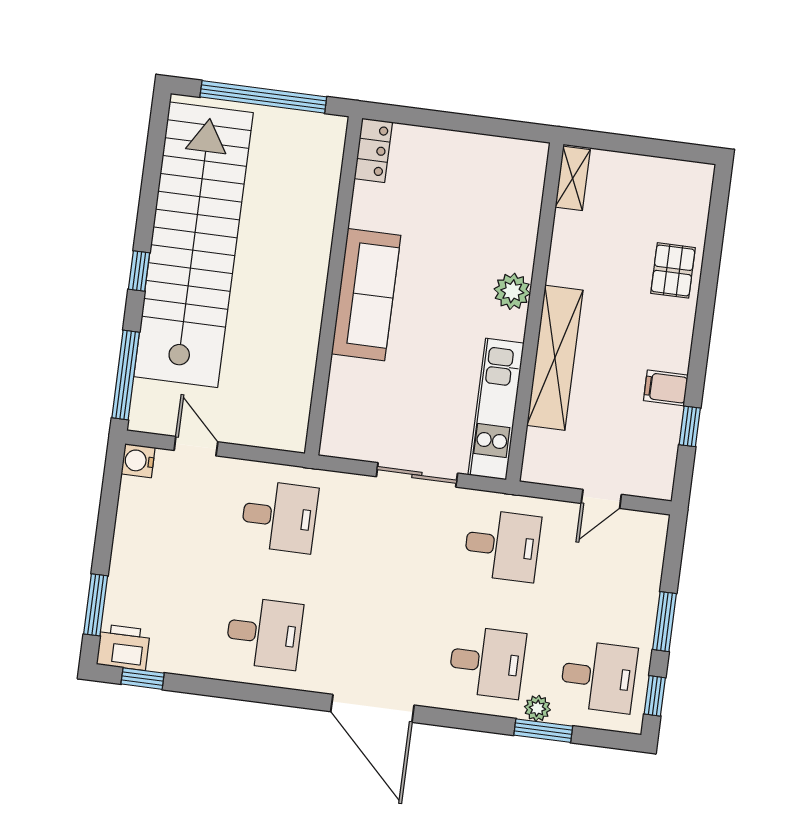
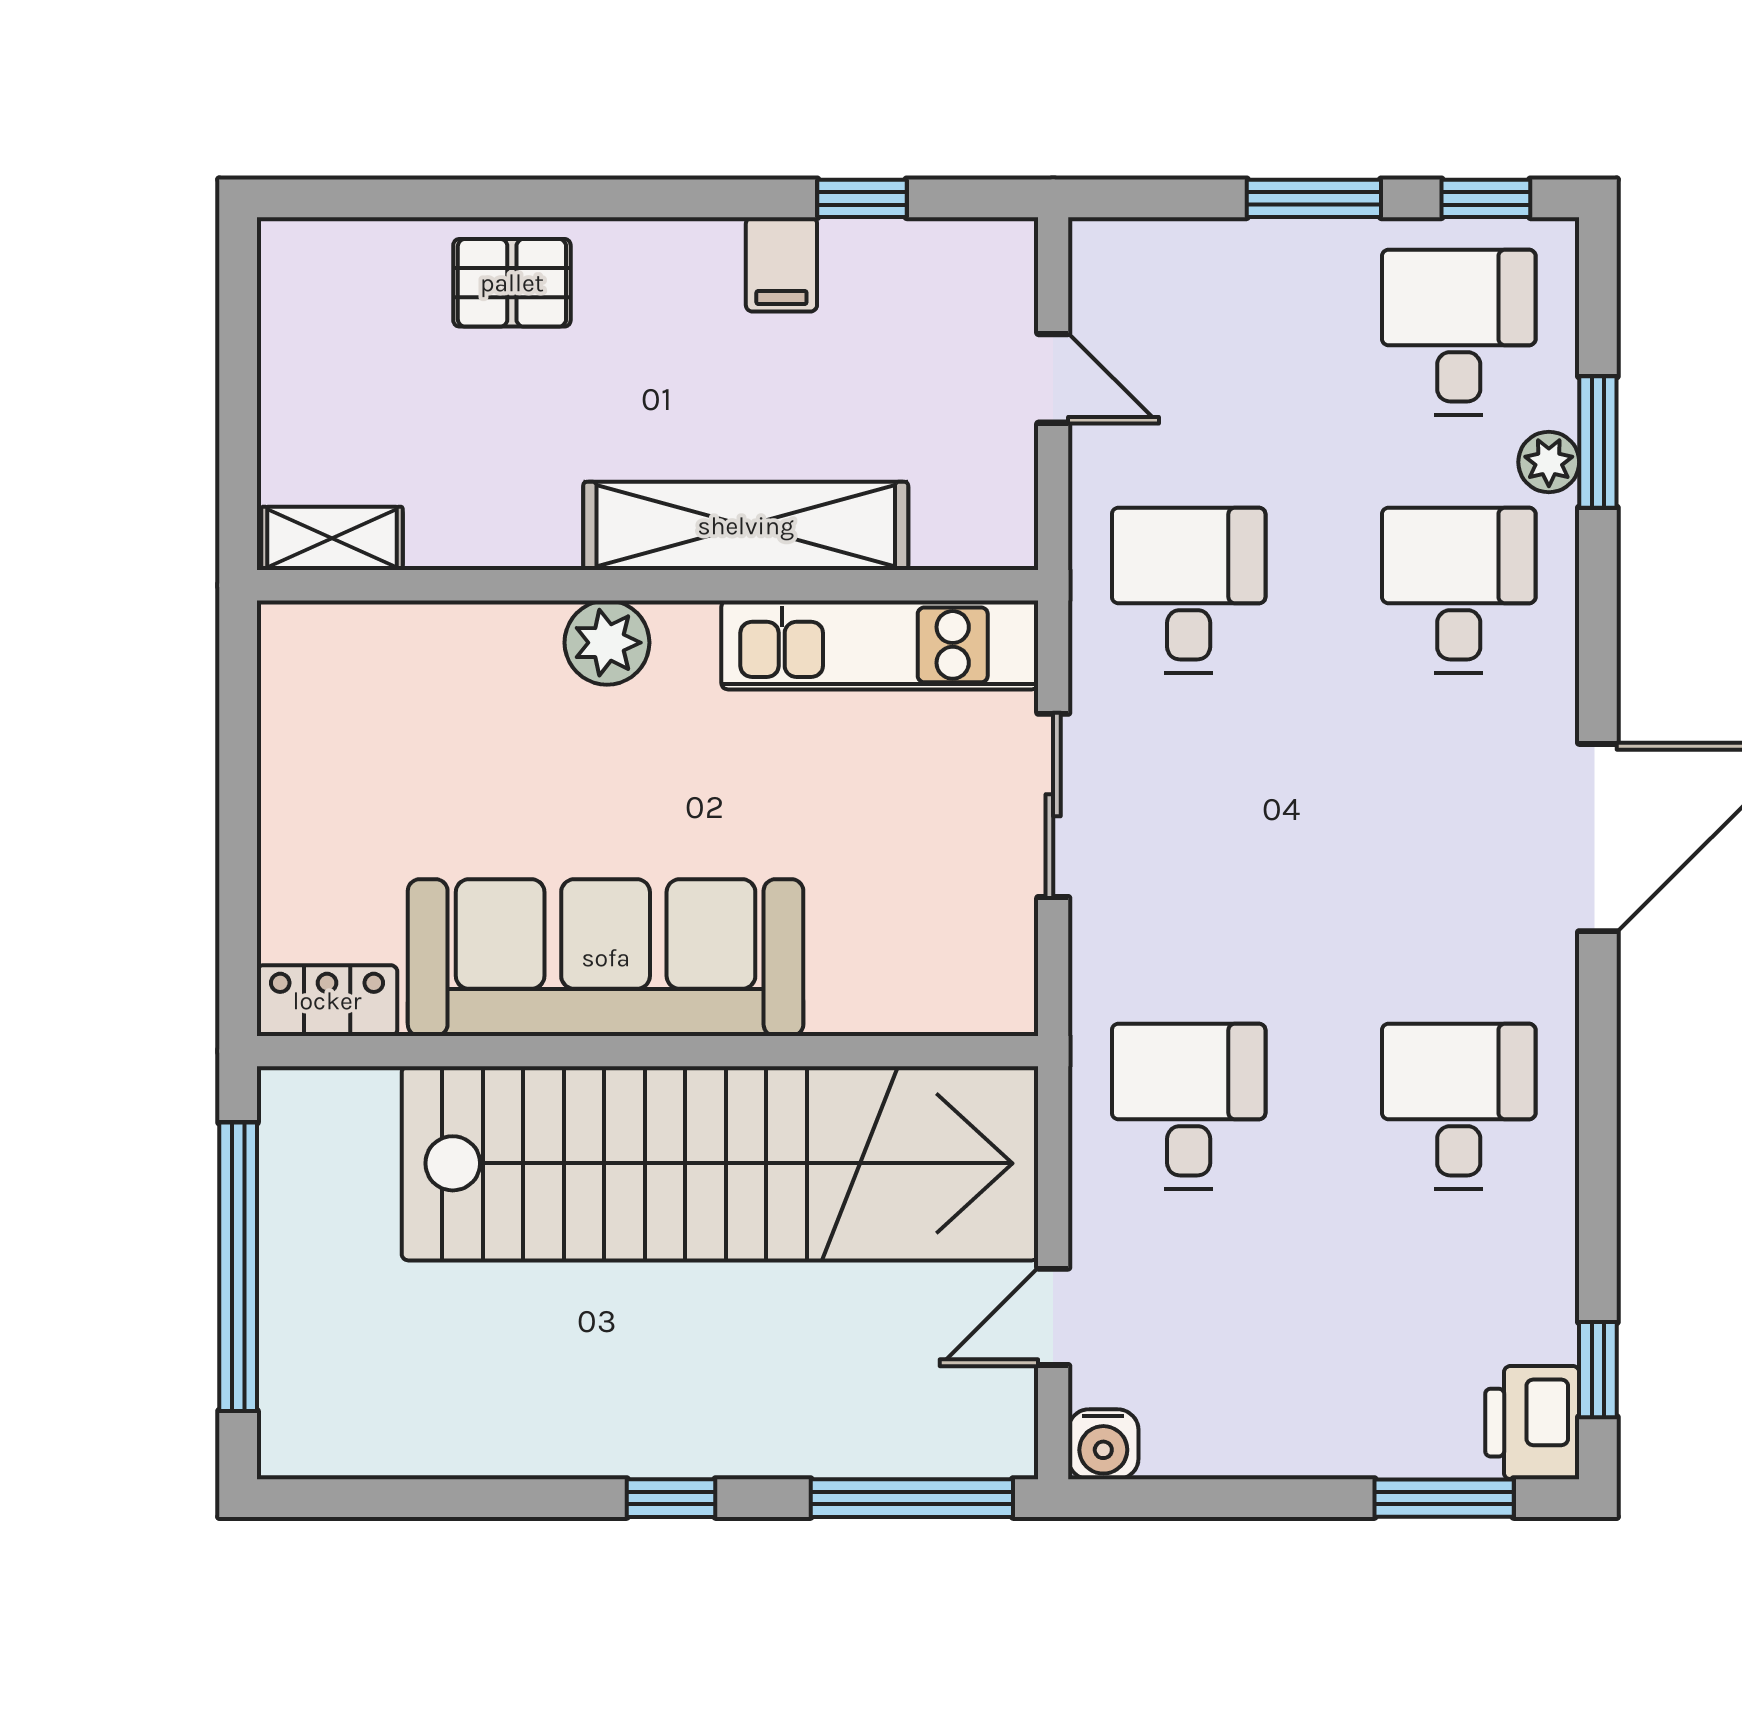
stairs: (193, 245) -> (720, 1163), moved, turned 180
sofa: (366, 295) -> (606, 958), width x1.36, depth x1.27

